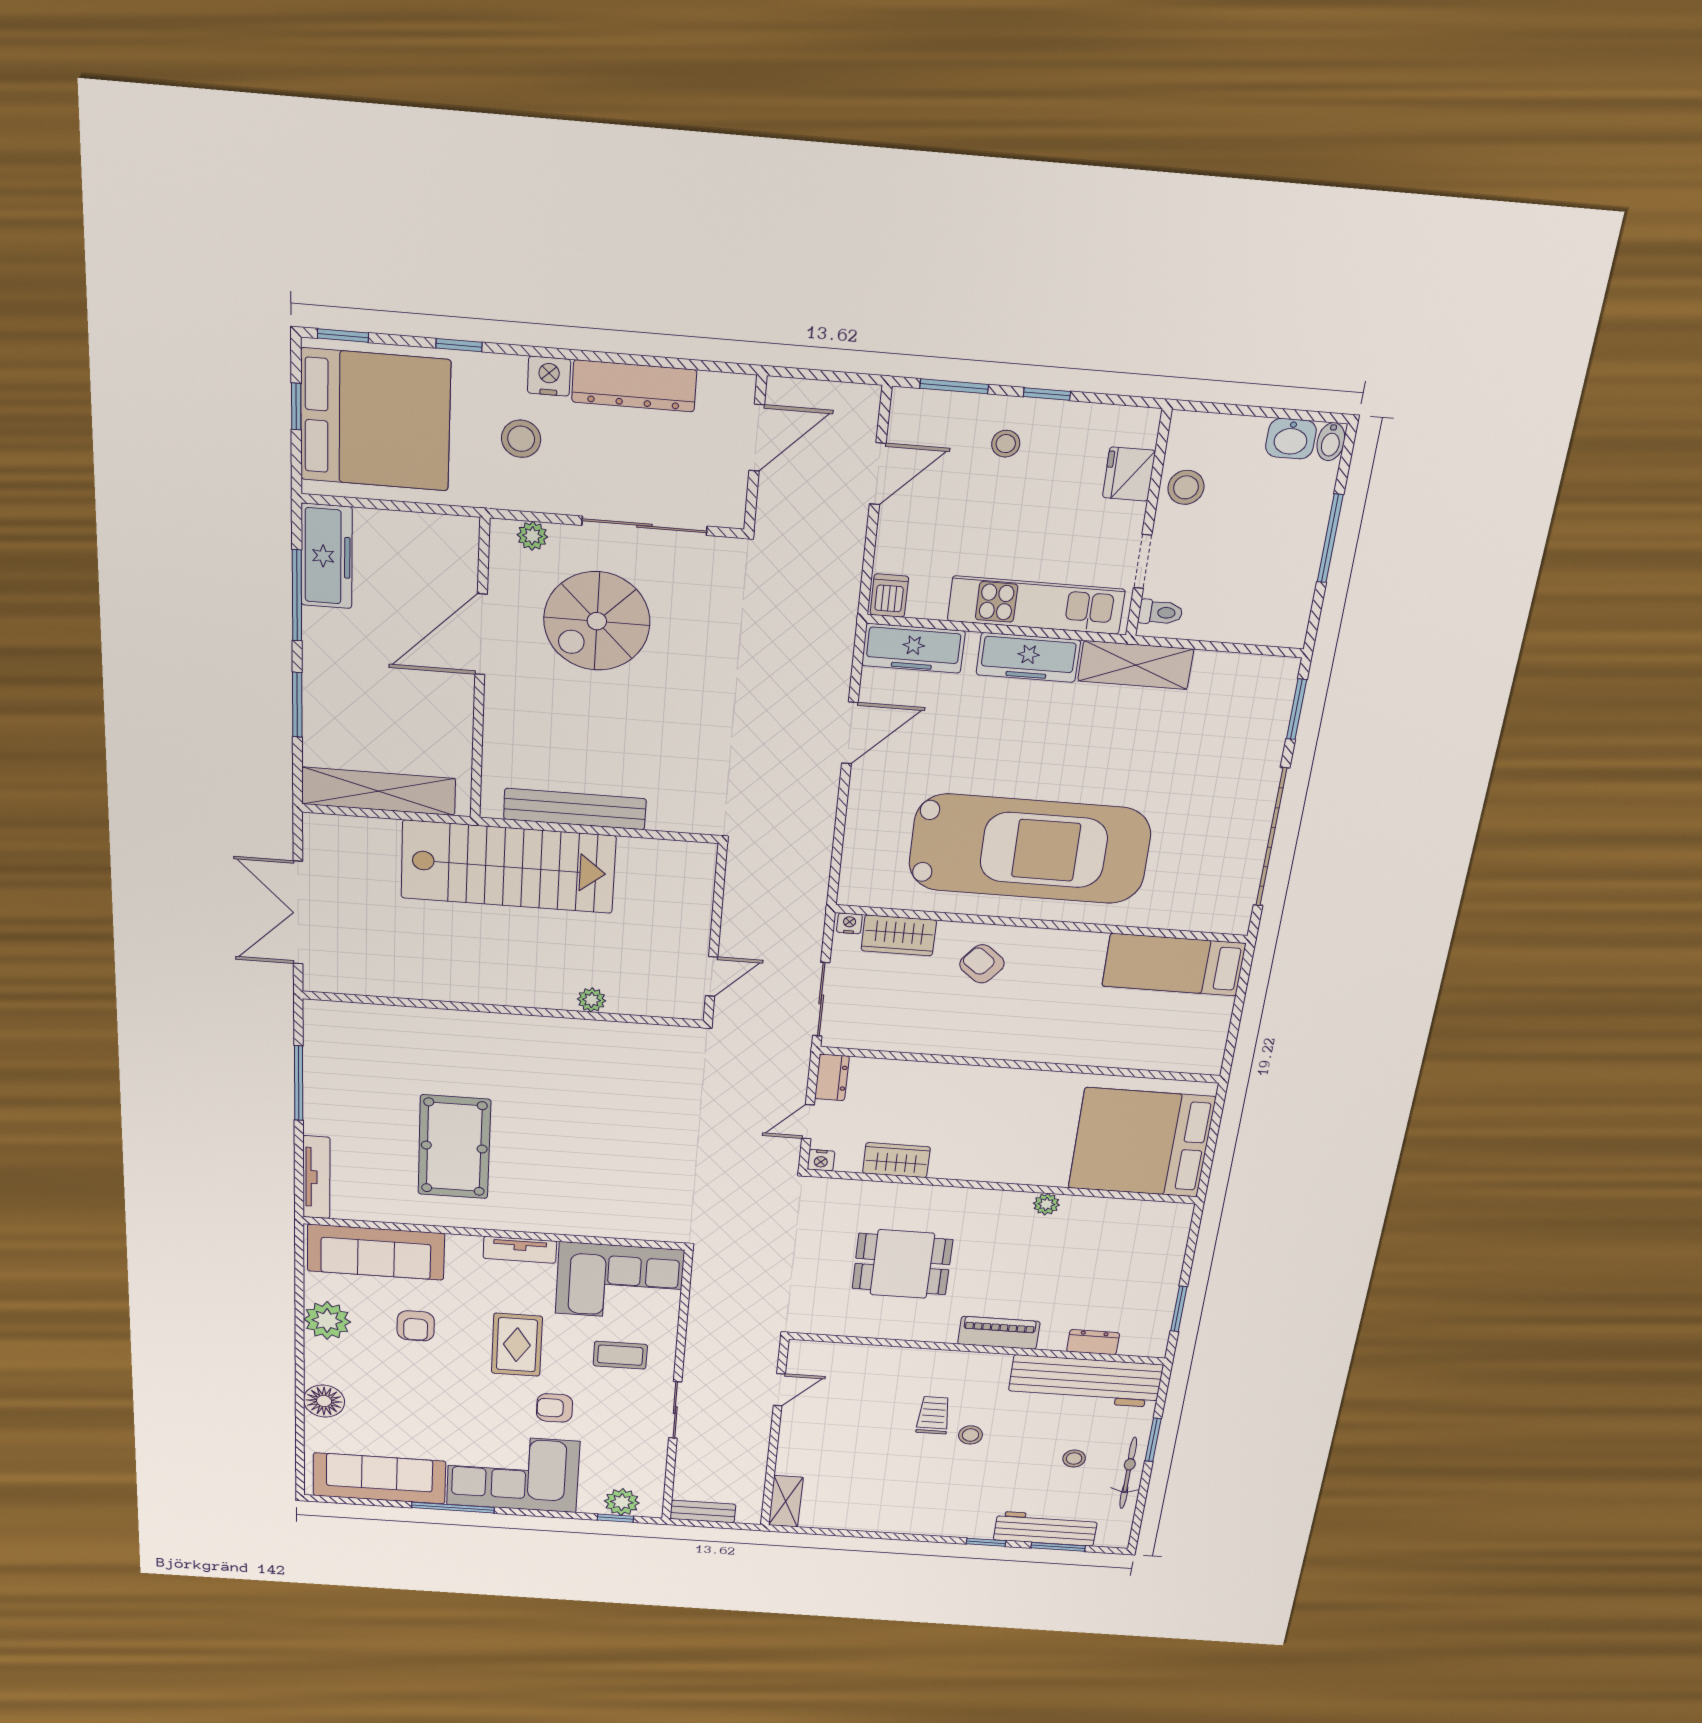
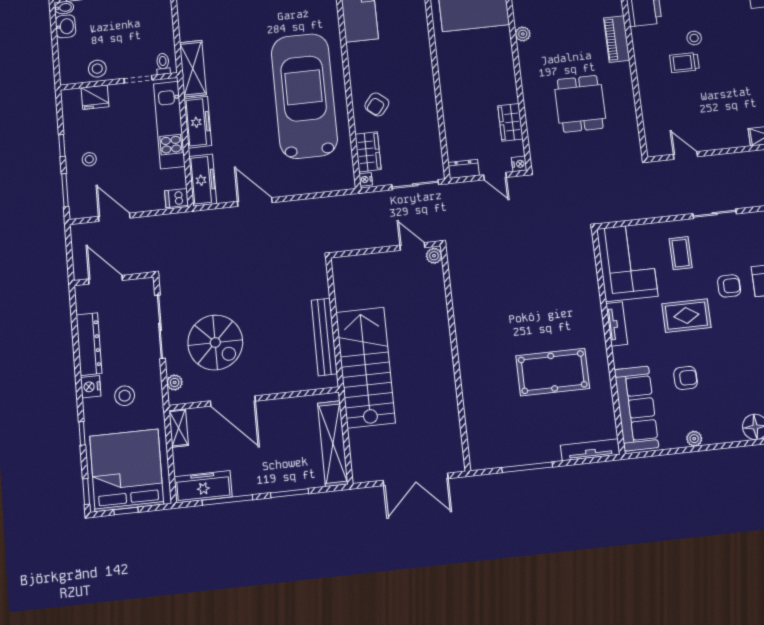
shelving: (444, 529) -> (179, 428), added
plant: (592, 1000) -> (434, 256), moved
plant: (327, 1321) -> (694, 439), width x0.53, depth x0.53
armchair: (554, 1408) -> (729, 286), turned -90

